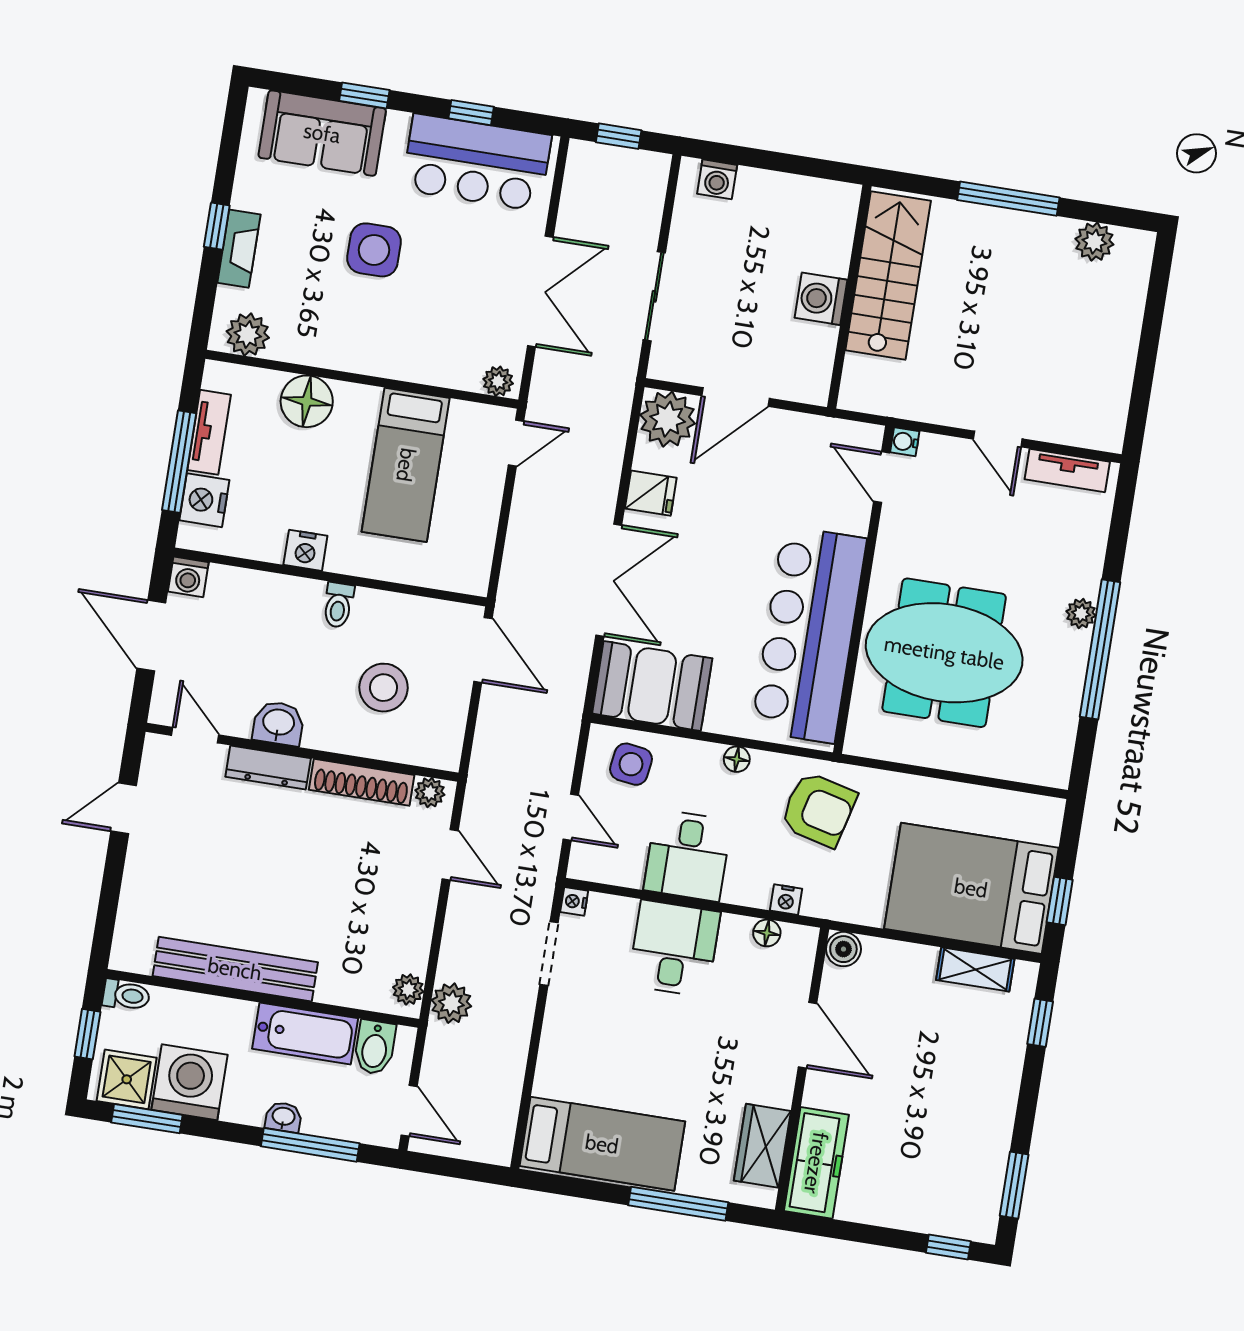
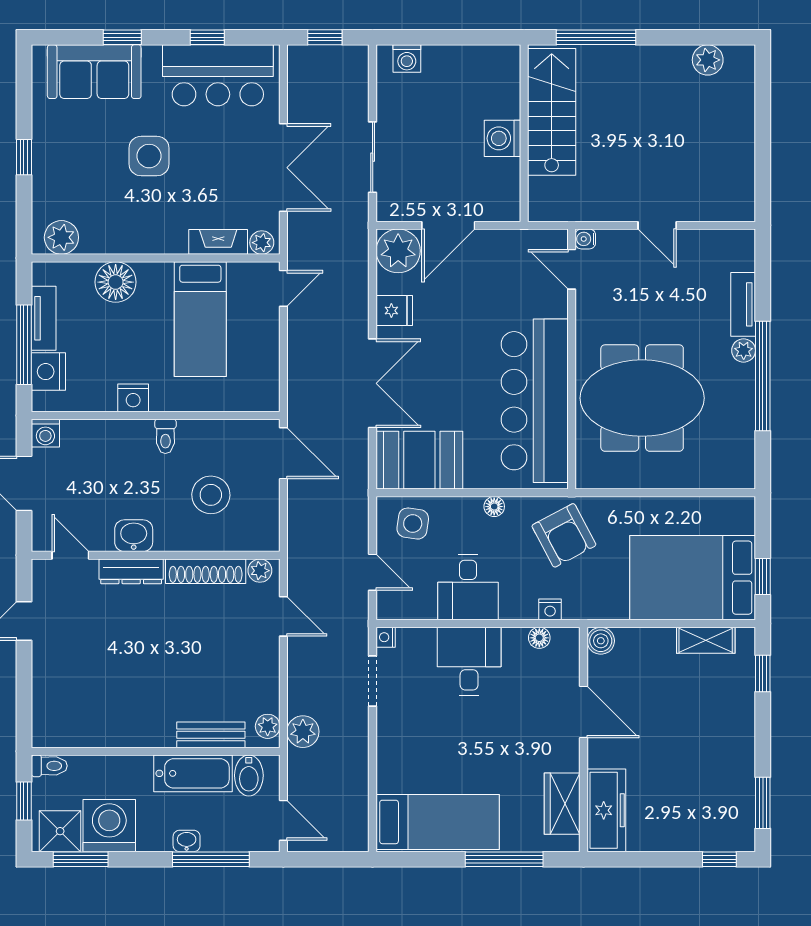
window: (1008, 199) -> (596, 37), moved
fireplace: (239, 249) -> (218, 242), moved, turned -90
tv unit: (1067, 470) -> (743, 304), moved, turned 90
armchair: (818, 809) -> (564, 535), turned 48
bench: (235, 969) -> (211, 735), moved, width x0.54, depth x0.82

